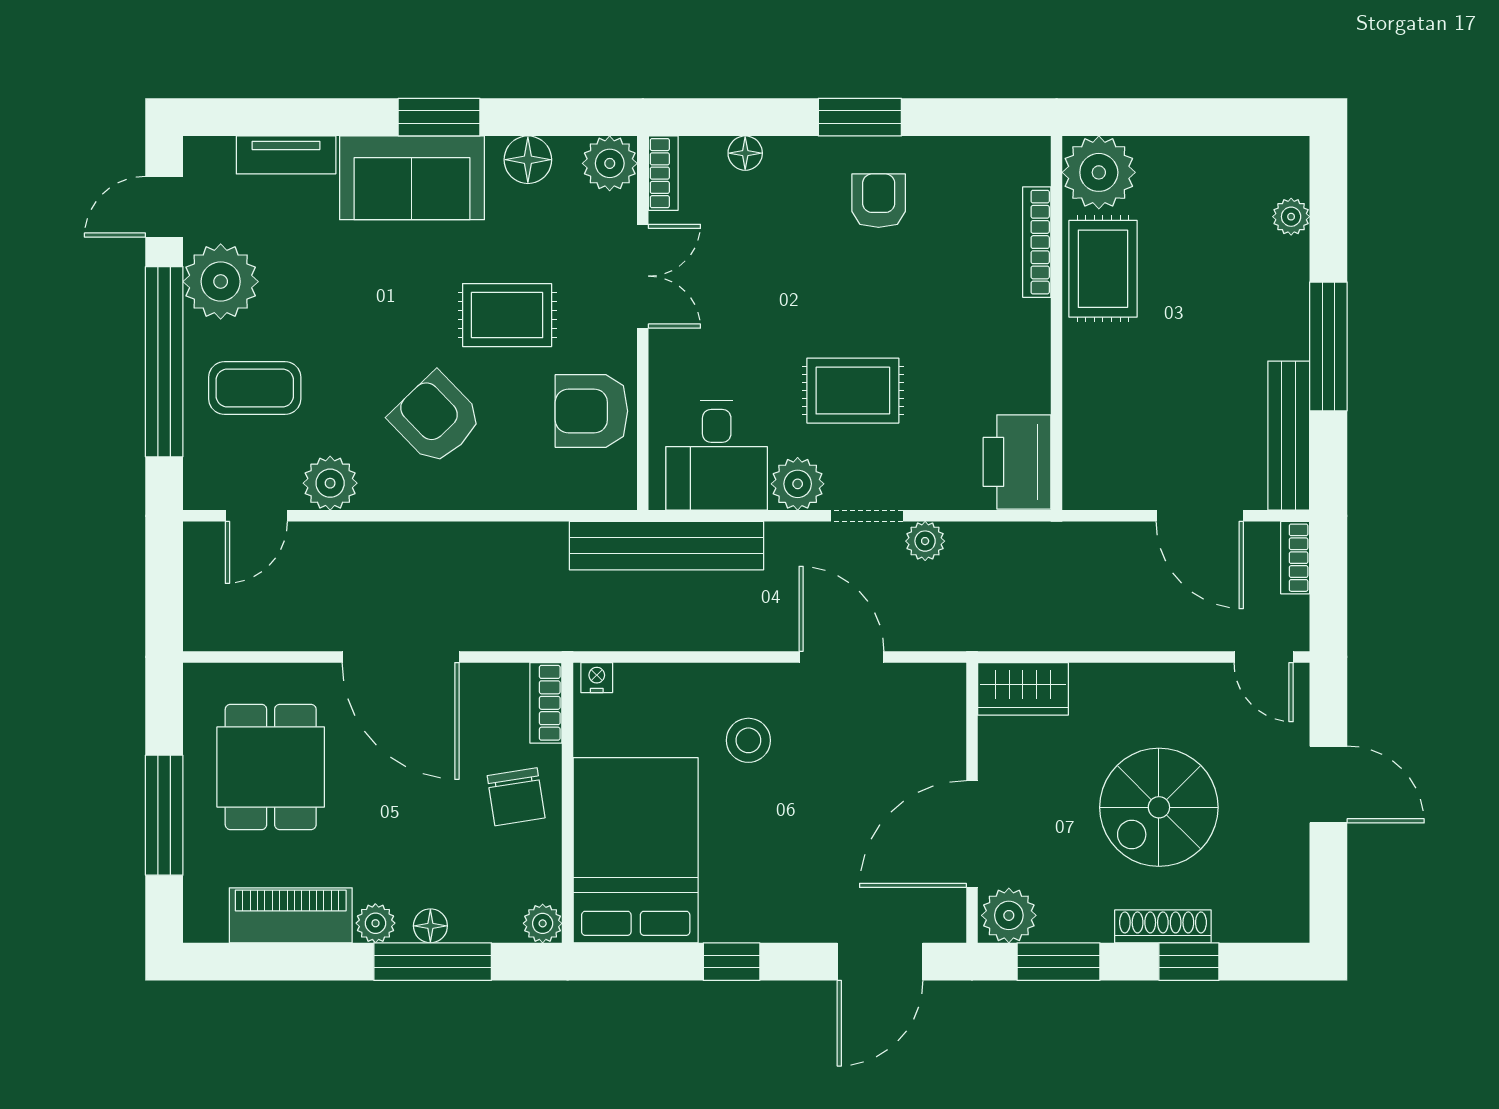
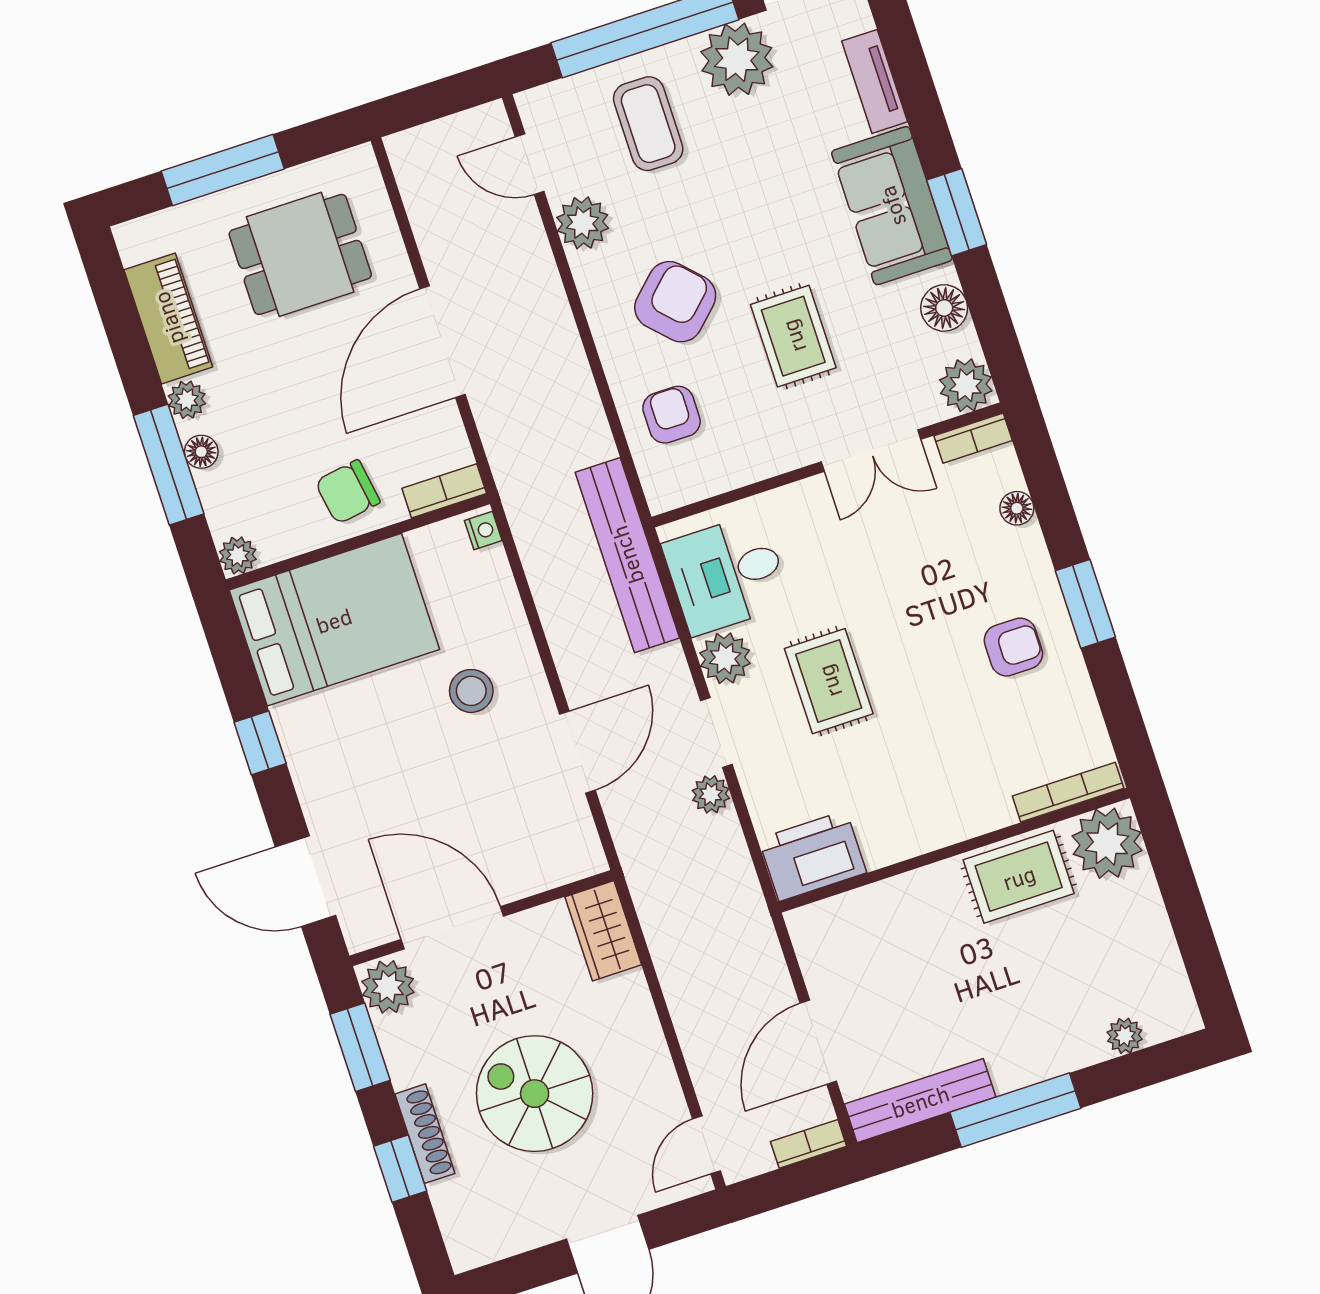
bookcase: (1037, 242) -> (1068, 792), moved
armchair: (591, 411) -> (672, 415), moved, width x0.72, depth x0.72

